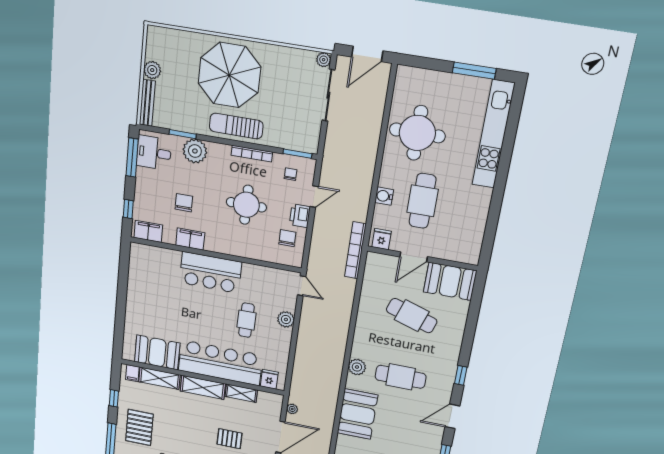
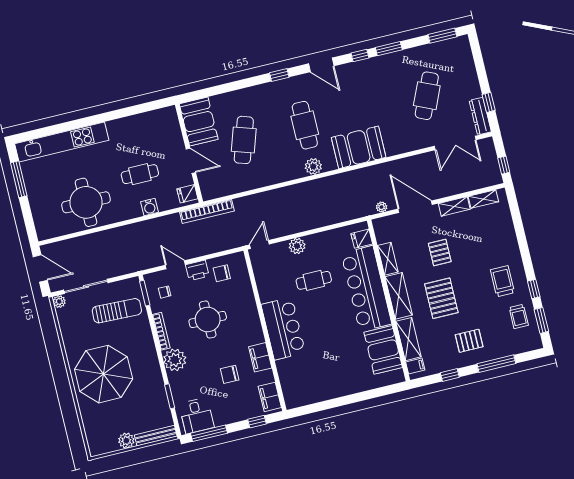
sun lounger: (236, 126) -> (117, 311), moved, turned -88
plant: (195, 151) -> (175, 360), moved
cafe table: (423, 201) -> (140, 174), width x0.73, depth x0.74
pallet: (187, 422) -> (441, 298), added
pallet: (139, 428) -> (469, 341), width x0.67, depth x0.71

